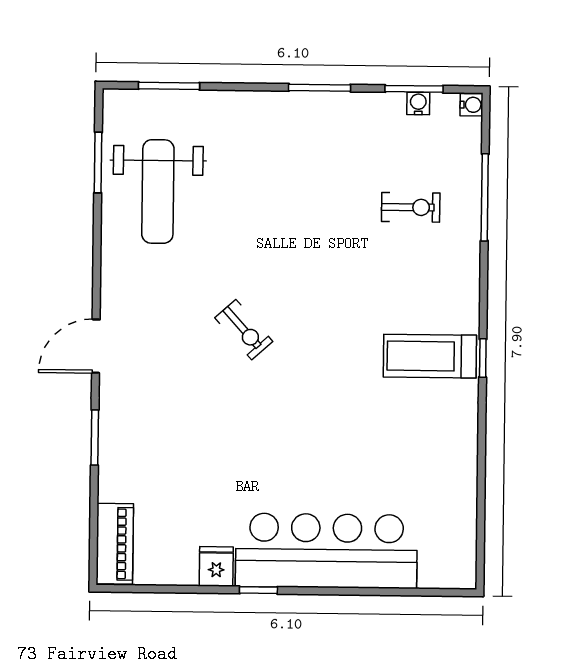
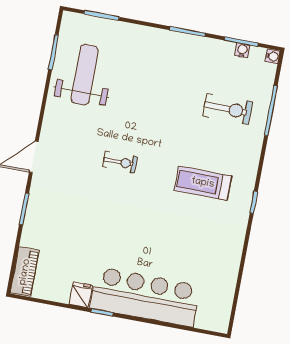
weight bench: (158, 191) -> (85, 75), turned 180
exercise bike: (411, 207) -> (228, 109), width x1.38, depth x1.39
exercise bike: (244, 330) -> (120, 162), turned -48
treadmill: (430, 356) -> (203, 183), moved

